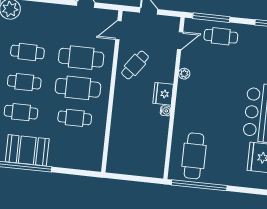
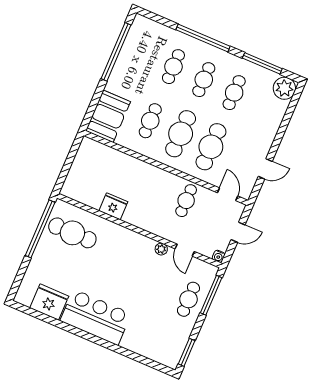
door: (180, 41) -> (185, 250), moved
cafe table: (135, 65) -> (186, 201), turned 54
fridge: (163, 94) -> (113, 206), moved
water cooler: (166, 111) -> (219, 256), moved
booth: (27, 150) -> (108, 116), moved

